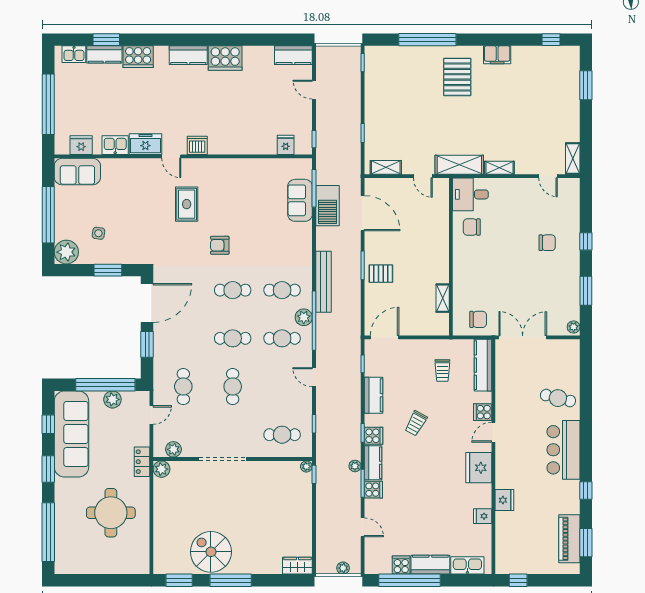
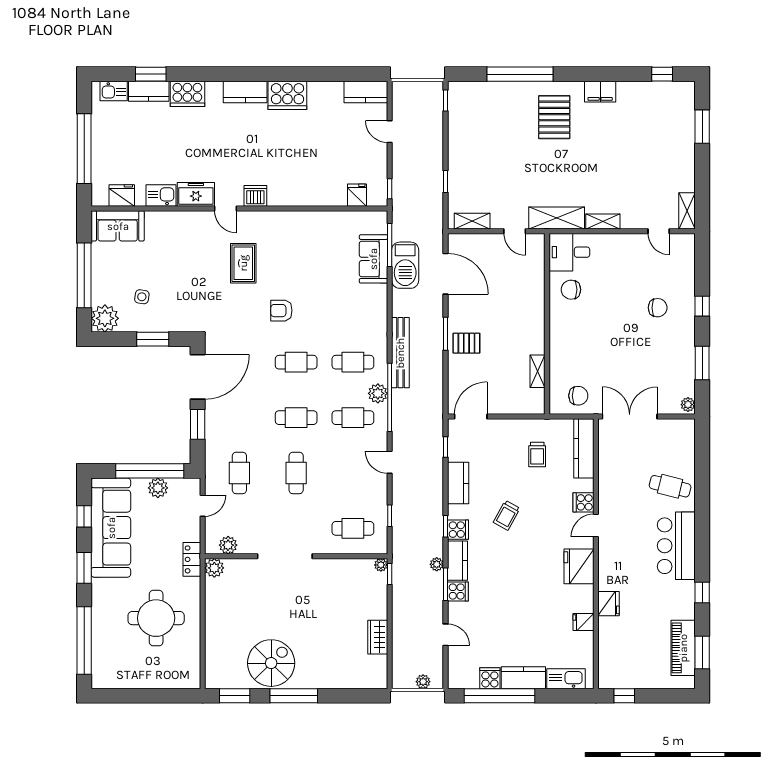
spiral stairs: (211, 552) -> (271, 663), turned 90
wardrobe: (297, 566) -> (378, 637), moved, turned -90

